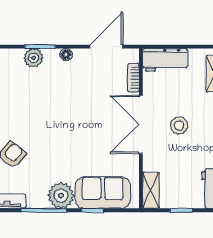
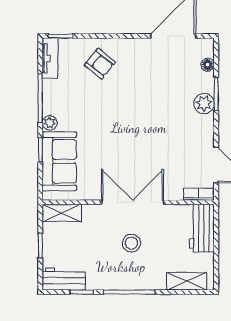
floor lamp: (66, 55) -> (208, 65), moved
plant: (33, 58) -> (204, 103), moved
bookcase: (133, 78) -> (199, 194), moved
plant: (61, 196) -> (50, 123), width x0.53, depth x0.53

